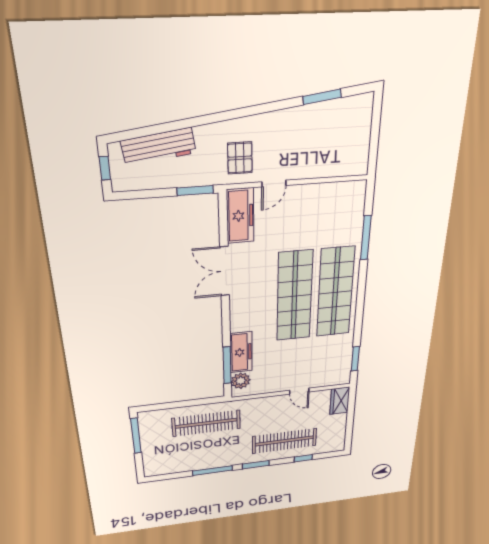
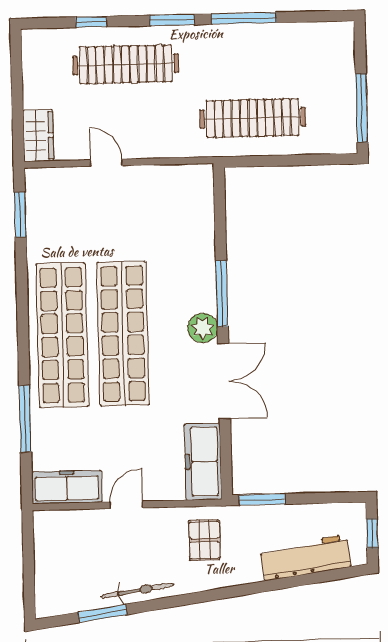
bicycle: (294, 116) -> (137, 590), added
door: (274, 184) -> (126, 505), moved
freezer: (241, 352) -> (67, 487), moved, turned 90
window: (227, 365) -> (222, 294), moved
plant: (241, 381) -> (203, 328), moved

